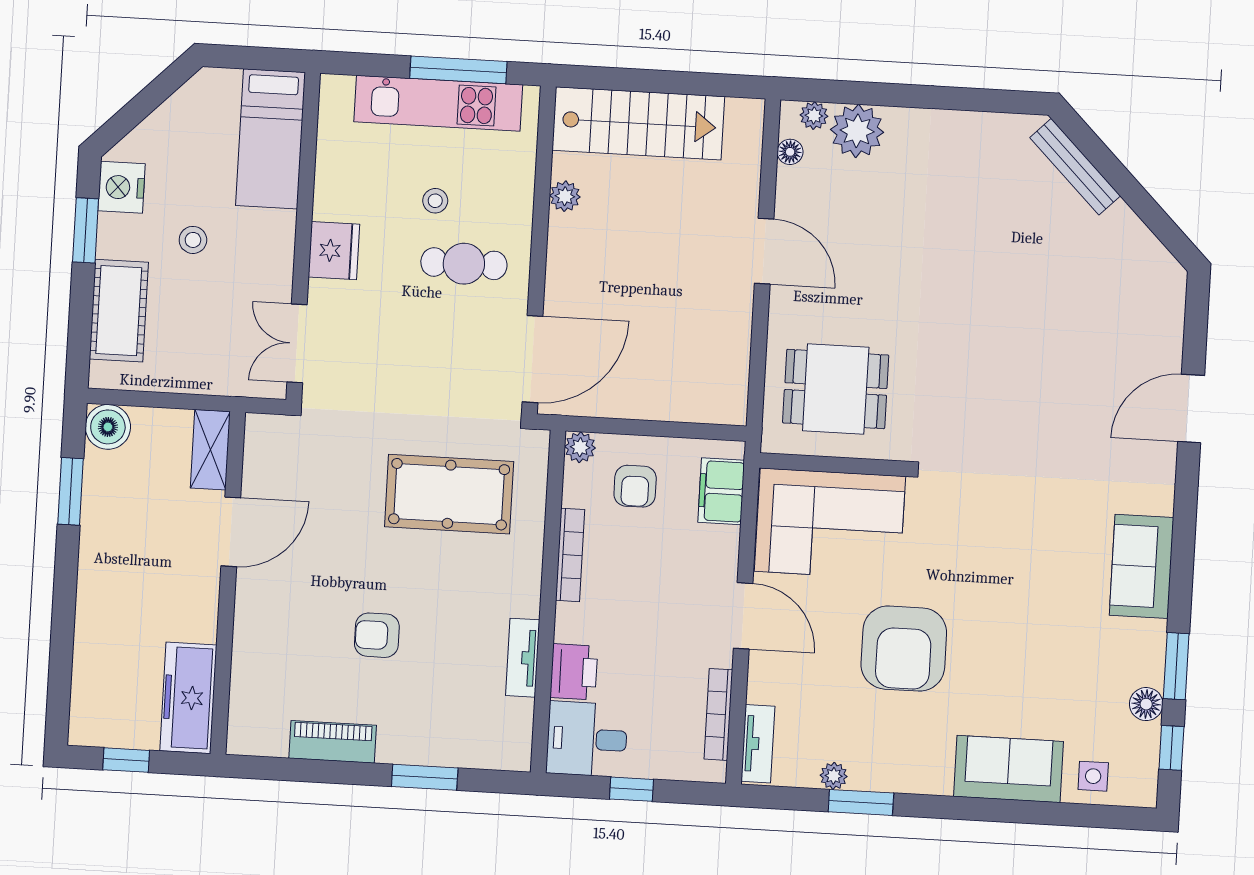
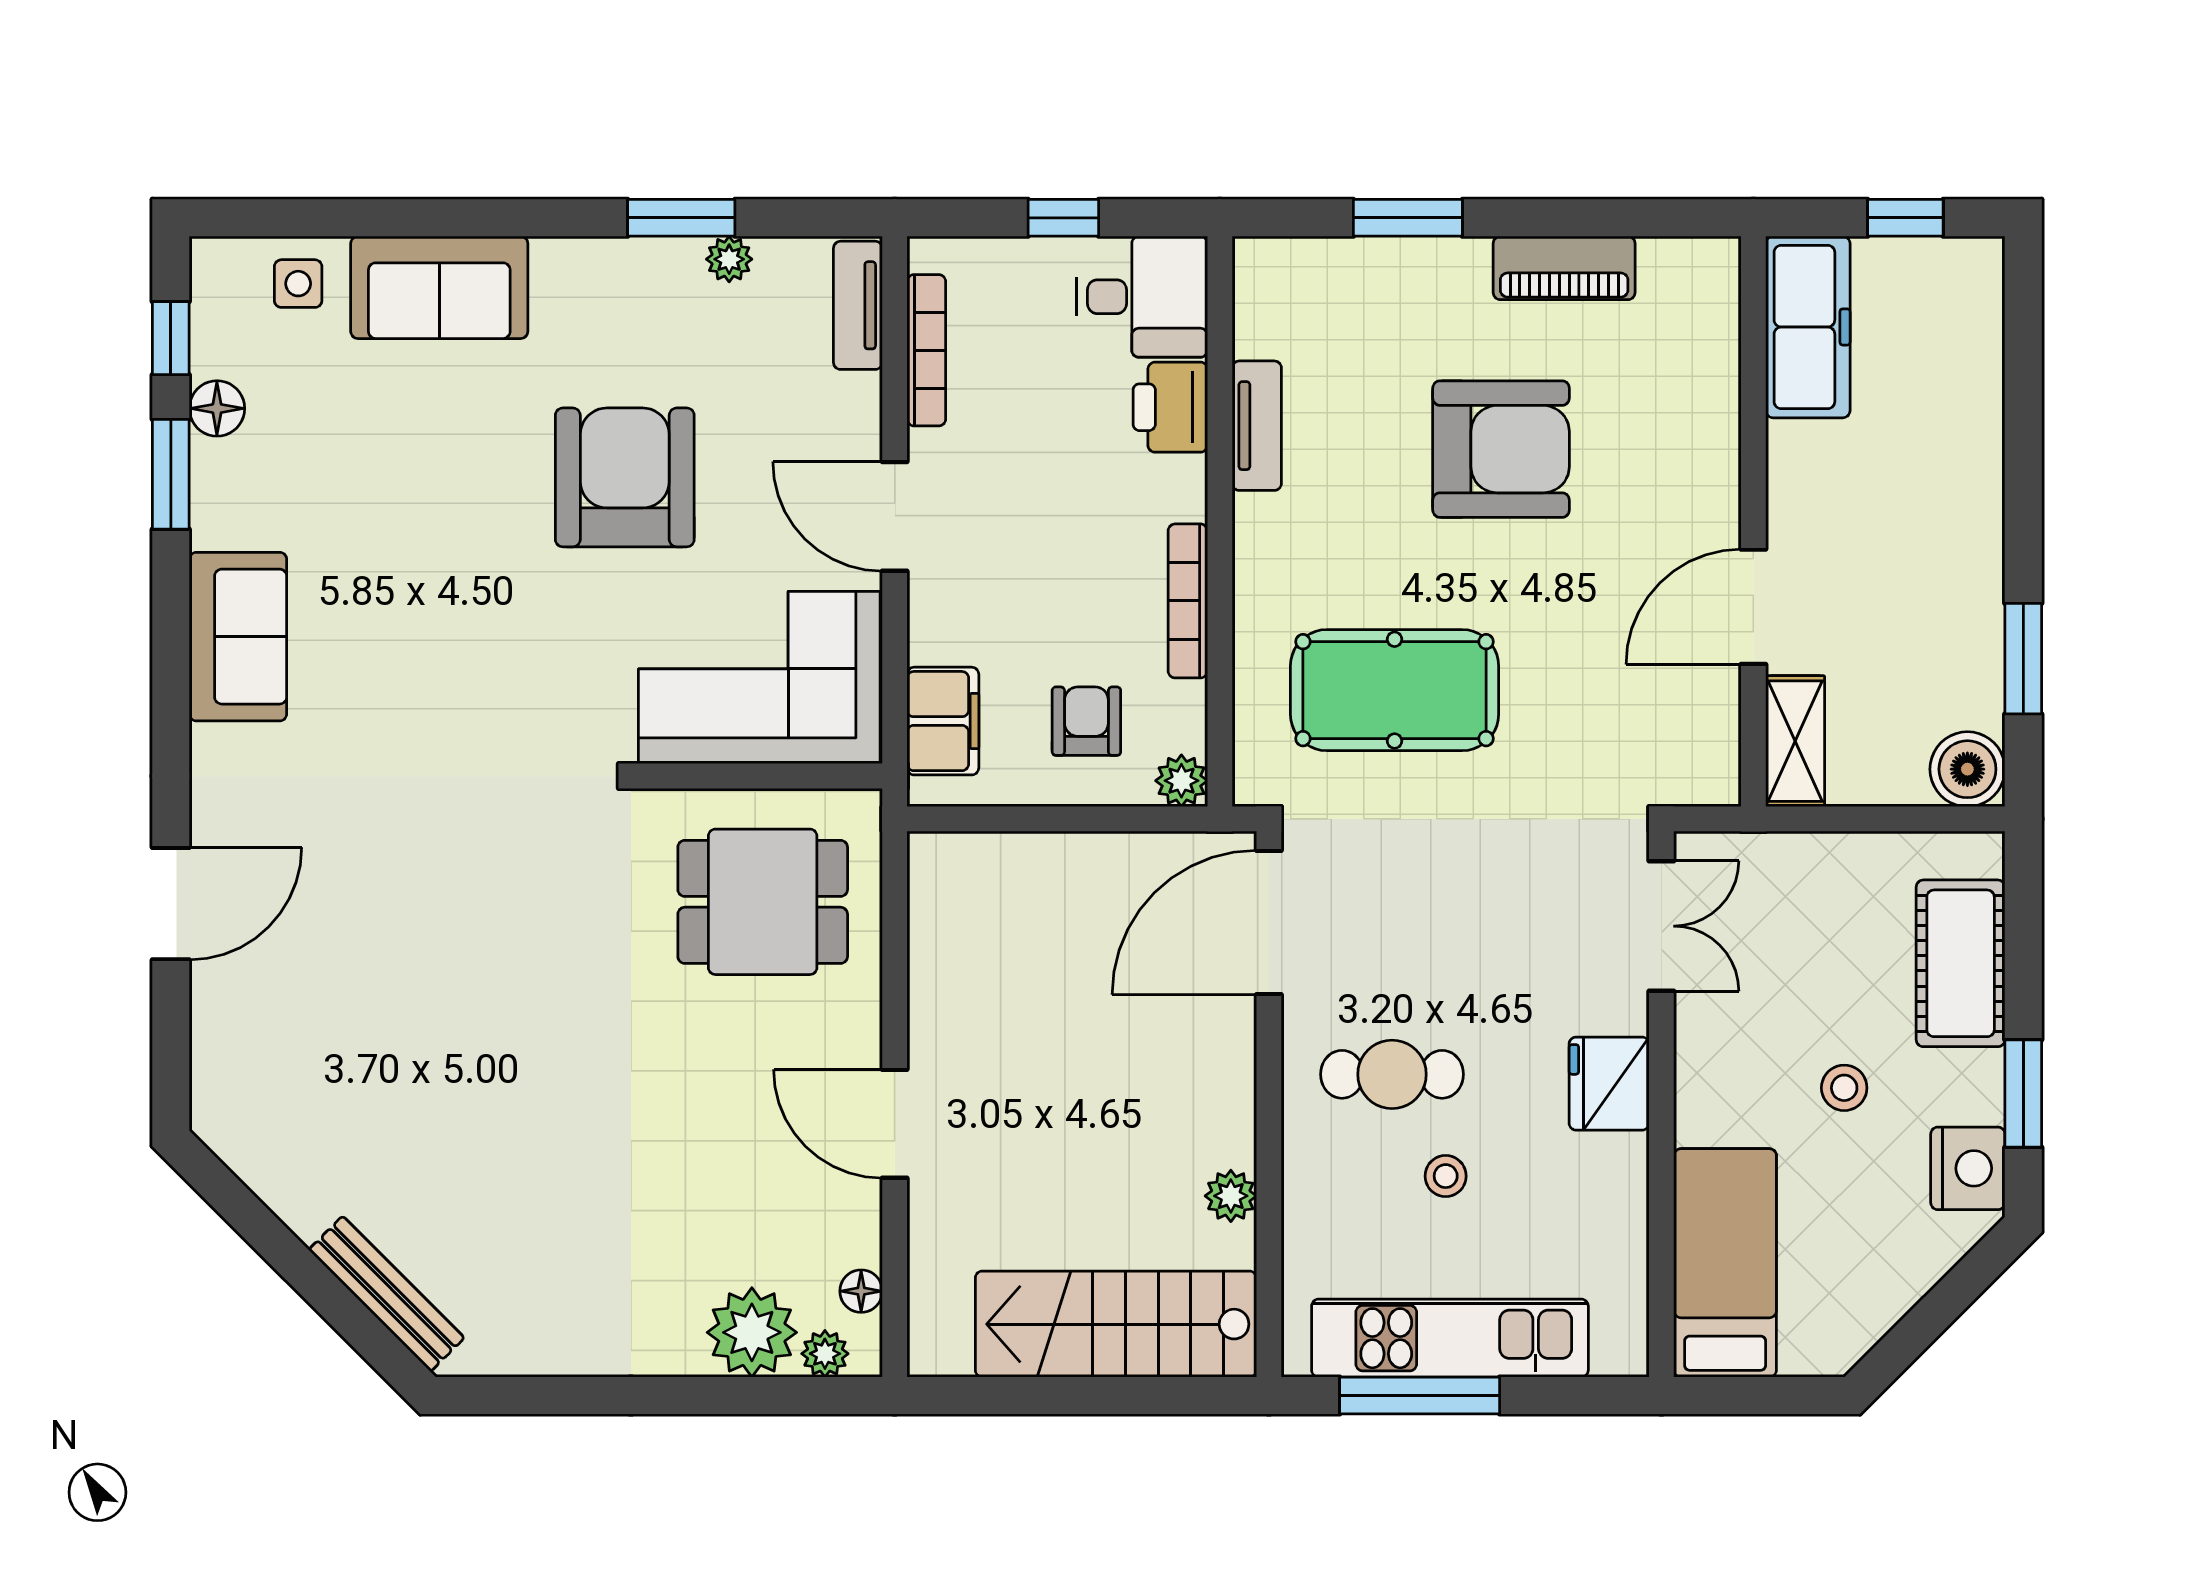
armchair: (377, 635) -> (1501, 449), width x1.88, depth x1.88

